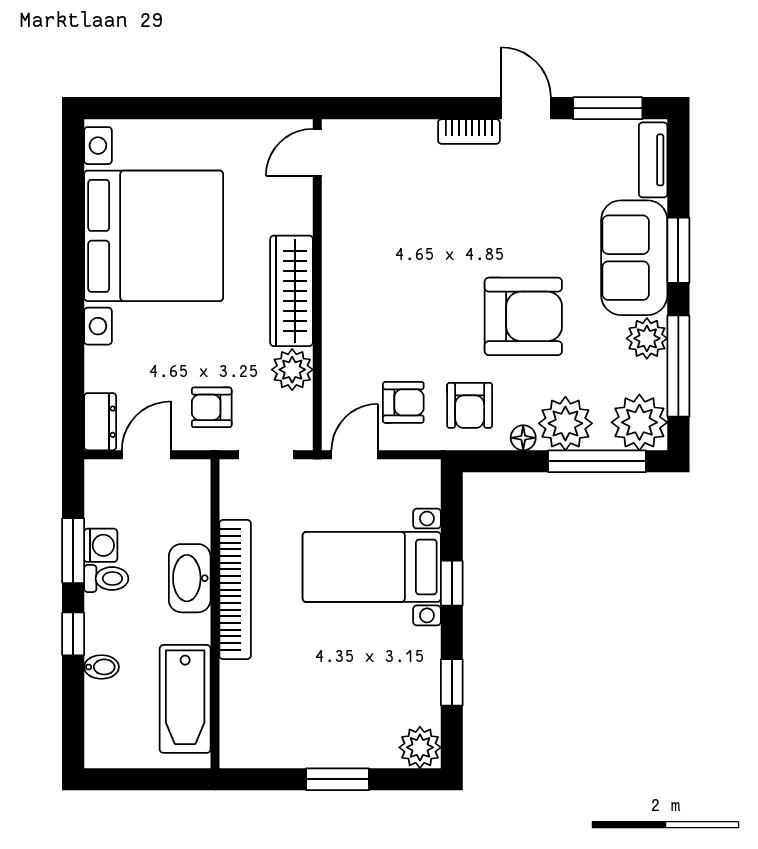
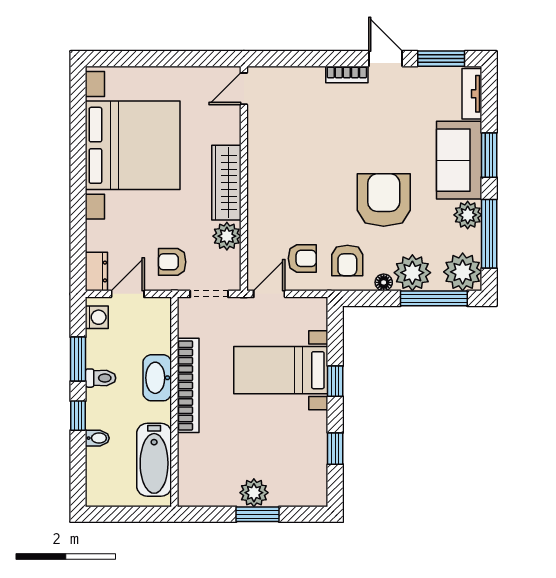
armchair: (523, 316) -> (384, 200), turned -90
washing machine: (101, 545) -> (97, 317), moved
plant: (420, 747) -> (254, 493), moved

